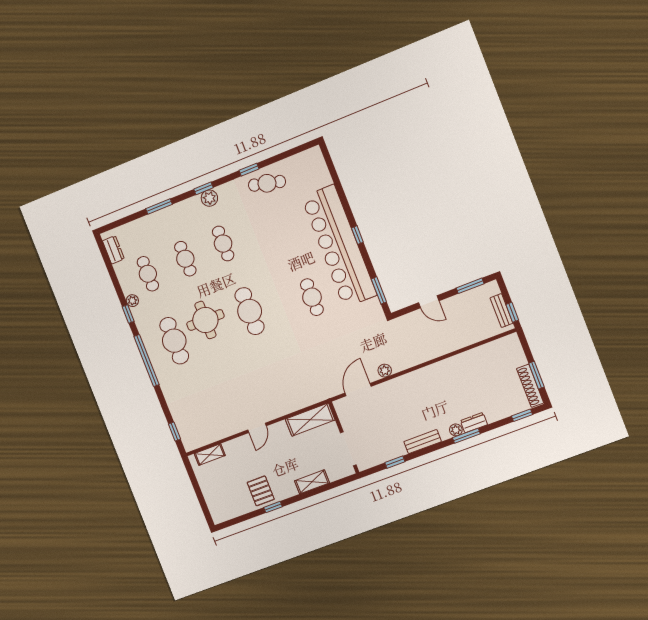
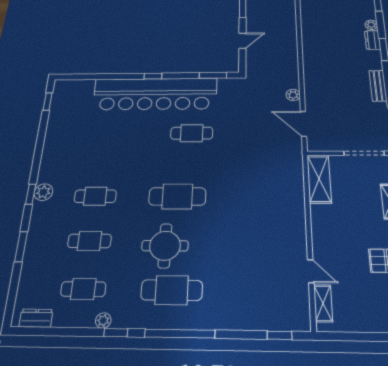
window: (249, 170) -> (48, 102), moved
cafe table: (267, 183) -> (62, 134), removed
door: (257, 428) -> (311, 271), moved
plant: (456, 430) -> (371, 25), moved

